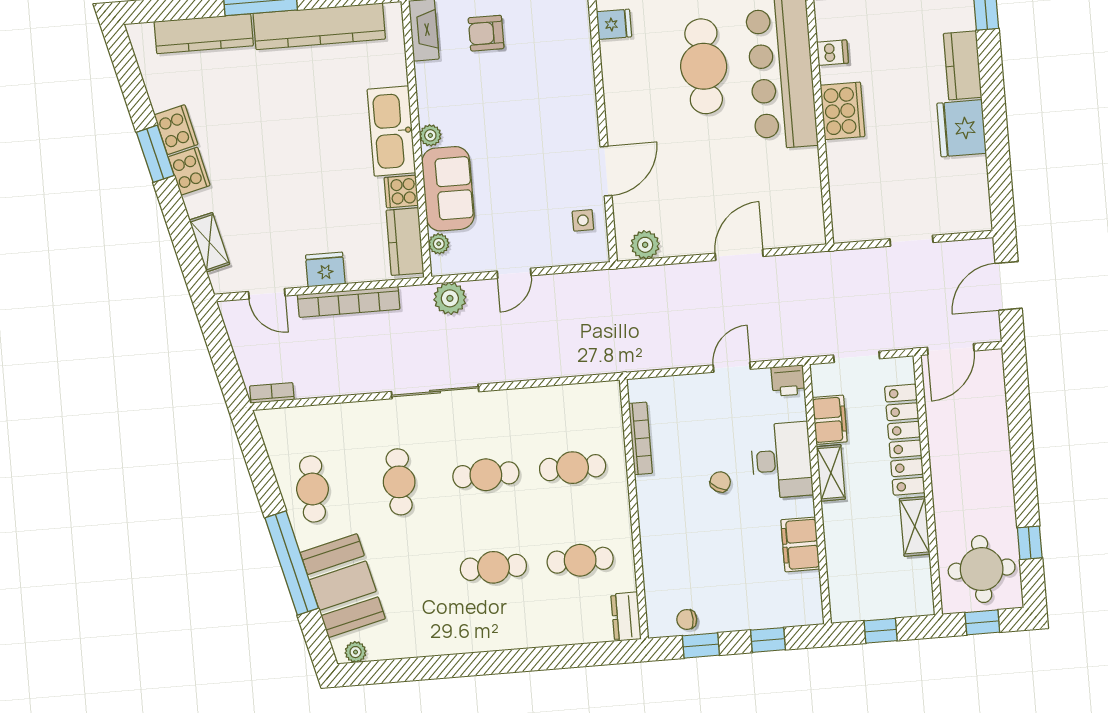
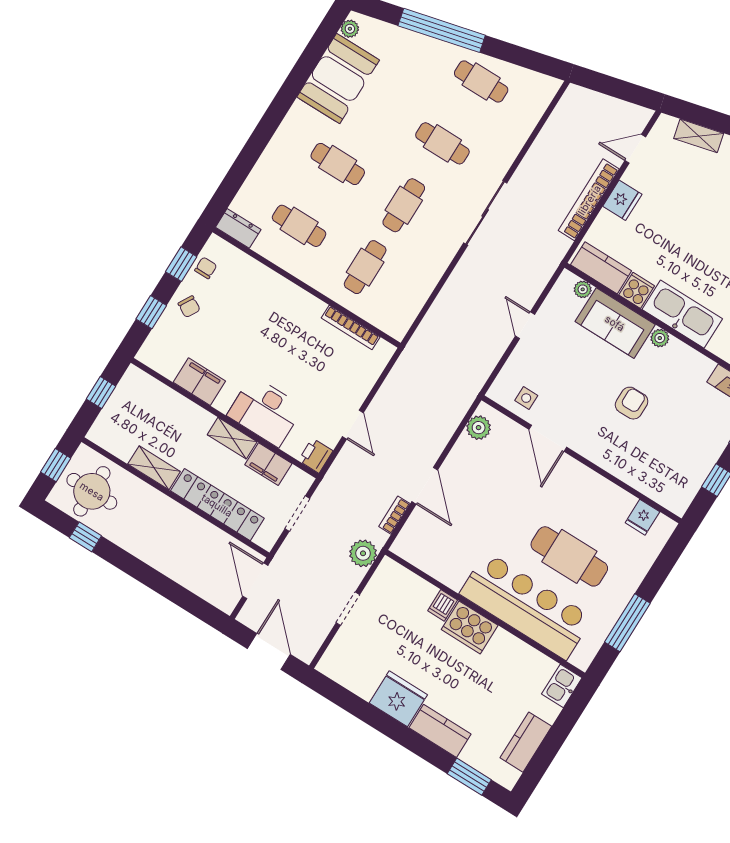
armchair: (486, 33) -> (632, 403), moved
dishwasher: (833, 53) -> (443, 605), moved
plant: (450, 298) -> (363, 553), moved
bookcase: (272, 393) -> (394, 515), moved, turned 180
chair: (720, 482) -> (189, 307), moved
cafe table: (580, 560) -> (299, 226), turned 90
cafe table: (493, 567) -> (338, 164), turned 90
booth: (343, 586) -> (338, 79), moved, turned -76

